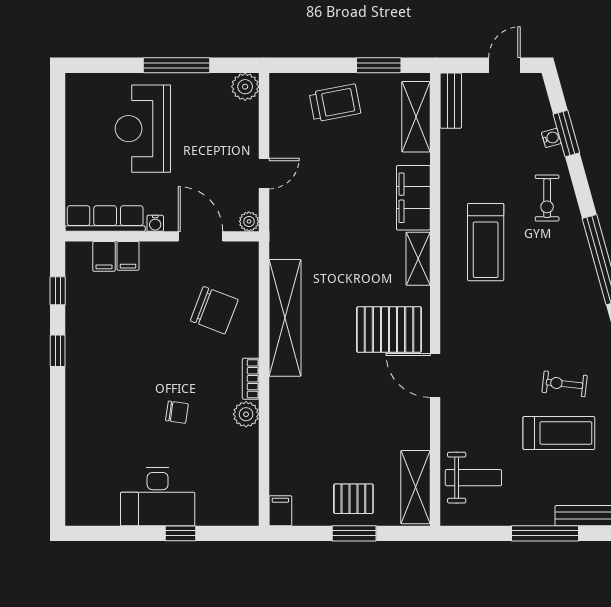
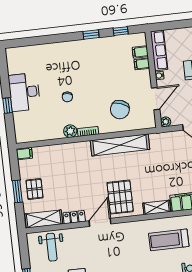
locker: (419, 426) -> (74, 217), added

